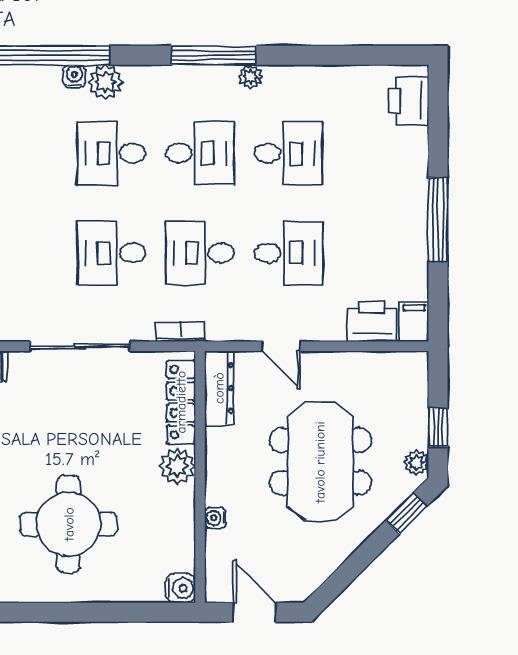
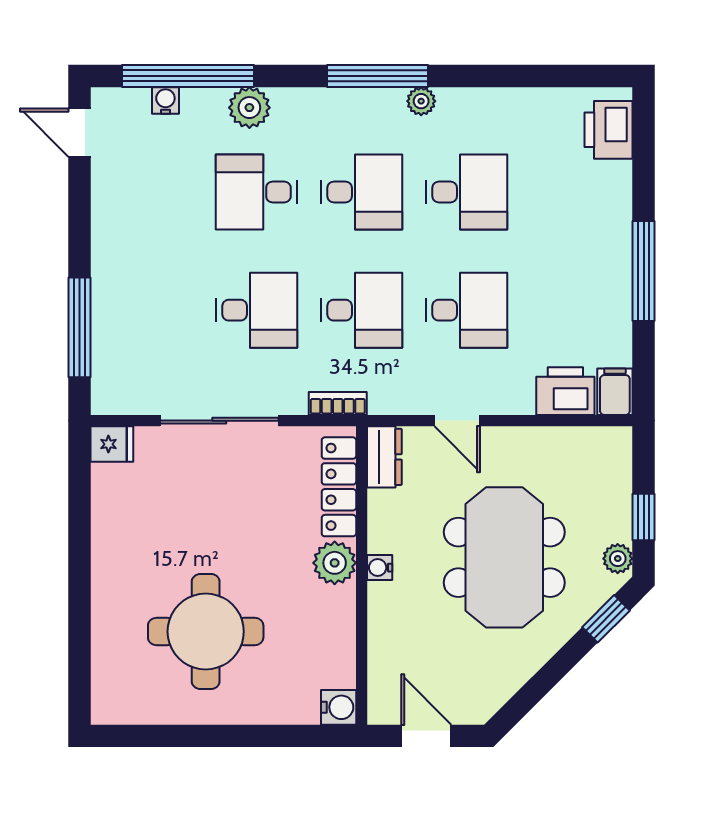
water cooler: (74, 76) -> (165, 100), moved
desk: (111, 253) -> (257, 310), turned 180
desk: (200, 253) -> (362, 310), turned 180
dresser: (219, 388) -> (384, 457), width x0.70
water cooler: (215, 518) -> (380, 568), moved

